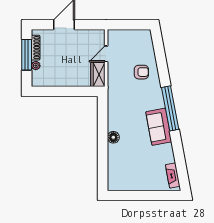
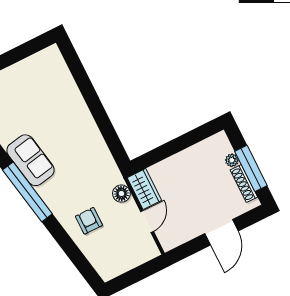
armchair: (141, 72) -> (89, 221), turned 90
floor lamp: (113, 137) -> (121, 194), moved

